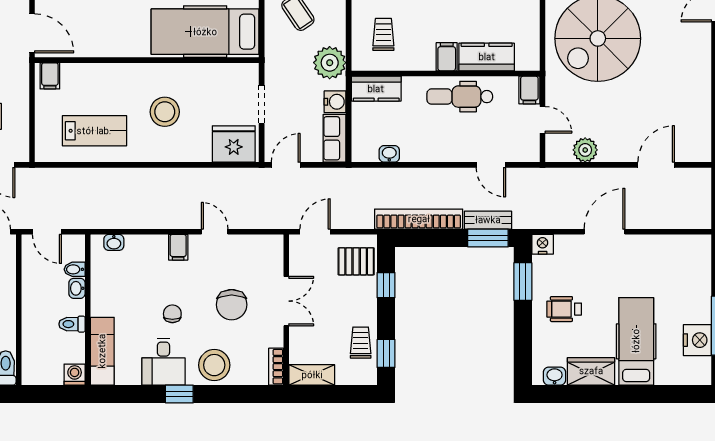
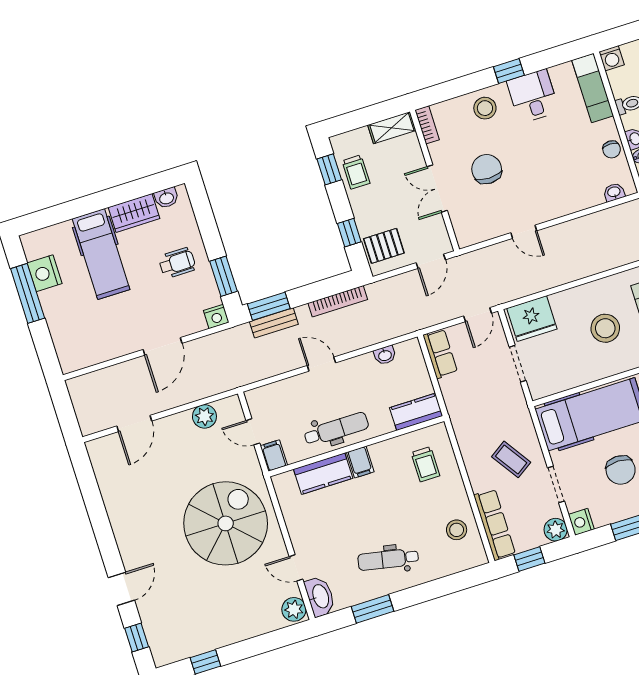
plant: (330, 63) -> (467, 422), removed
water cooler: (335, 102) -> (450, 388), removed
door: (491, 165) -> (321, 364), moved
bookcase: (419, 219) -> (338, 301), width x0.68, depth x0.76
filing cabinet: (178, 247) -> (553, 207), removed
chair: (172, 314) -> (612, 149), moved
stool: (214, 365) -> (485, 108), width x0.73, depth x0.73

